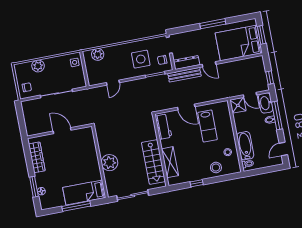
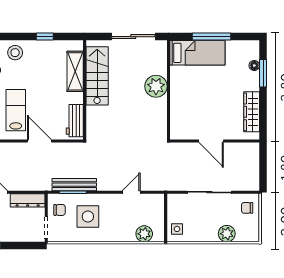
bench: (184, 75) -> (74, 185), moved

